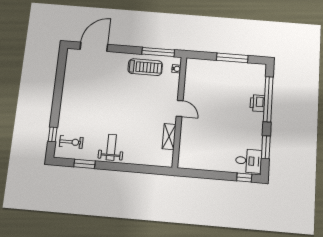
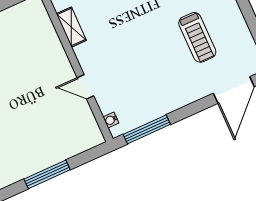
treadmill: (145, 67) -> (197, 37), moved, turned -90
door: (180, 108) -> (85, 87), moved

